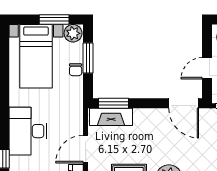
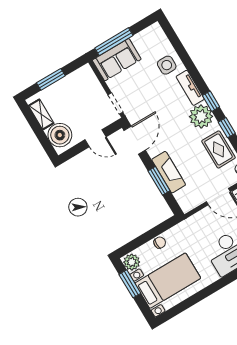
window: (88, 58) -> (144, 238), removed
window: (114, 103) -> (159, 181), moved
fireplace: (111, 117) -> (169, 172), moved

